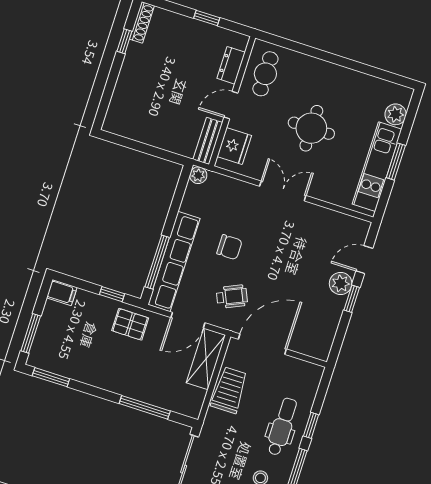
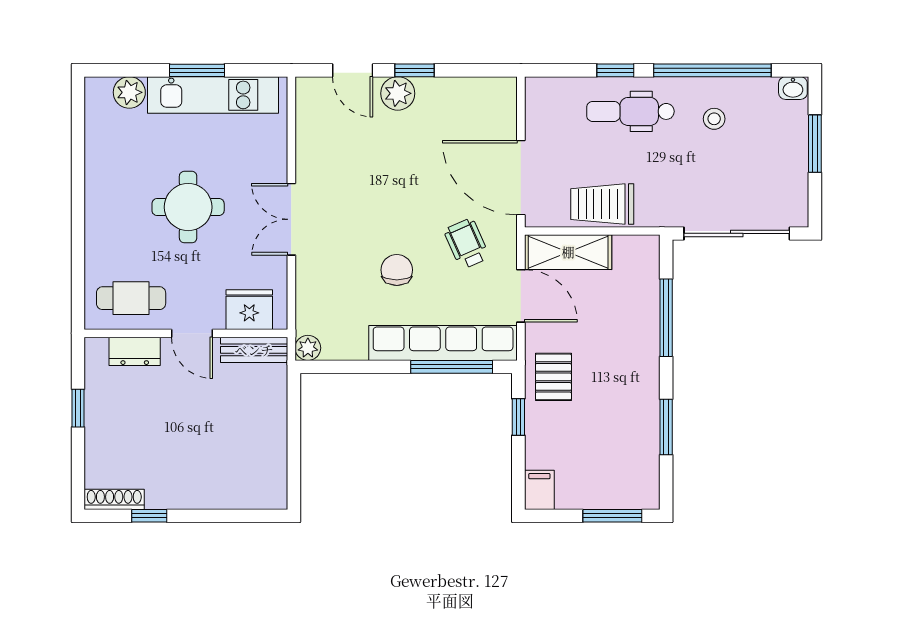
window: (51, 377) -> (666, 427), moved

